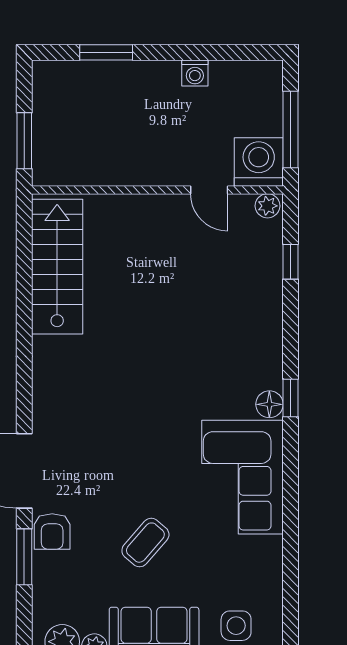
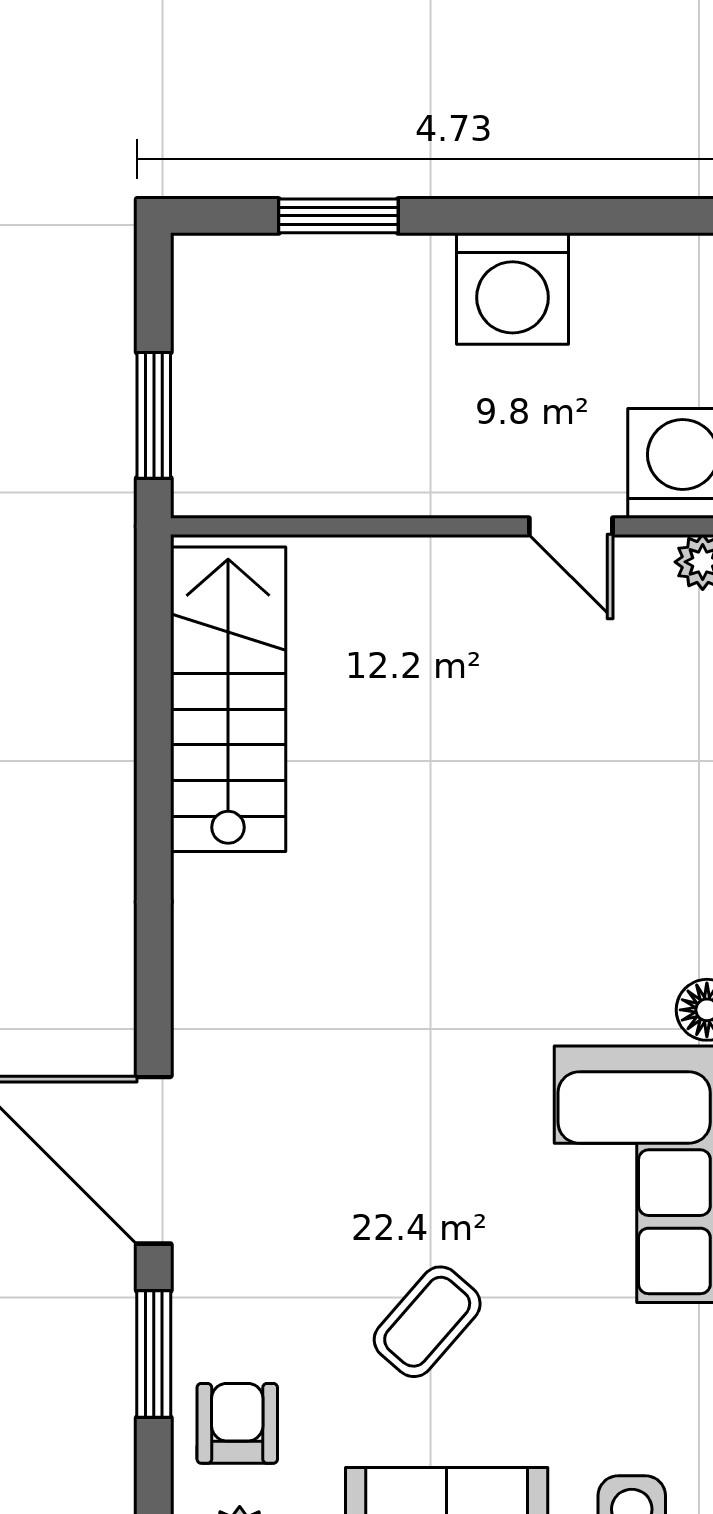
washing machine: (195, 73) -> (513, 289), width x1.89, depth x1.89
armchair: (52, 532) -> (237, 1423), moved, turned 180

